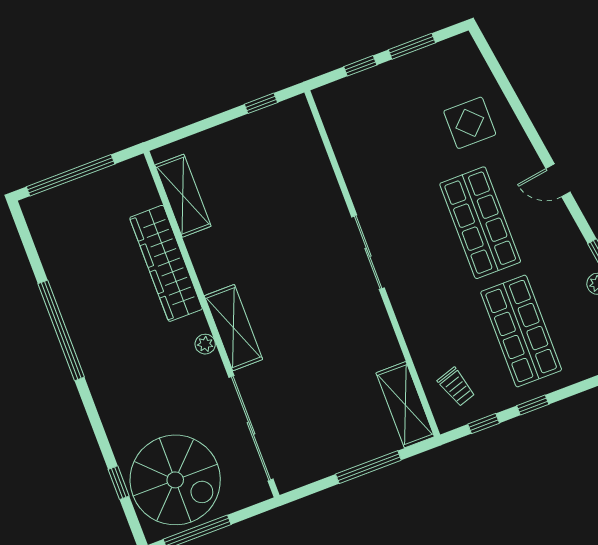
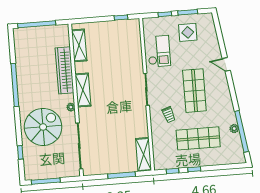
display table: (470, 123) -> (188, 32), moved
checkout: (371, 156) -> (159, 51), added
door: (558, 180) -> (226, 64), moved
shelving: (233, 328) -> (83, 90), moved
shop shelf: (521, 331) -> (198, 138), turned 90
trolley: (456, 387) -> (169, 115), moved
spiral stairs: (175, 480) -> (43, 127), moved, turned -90

